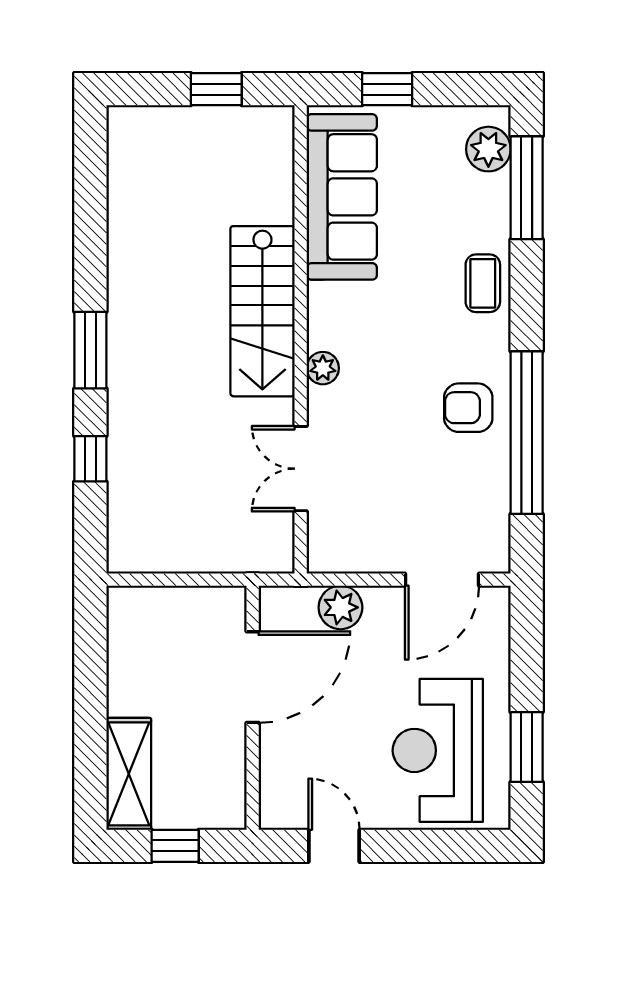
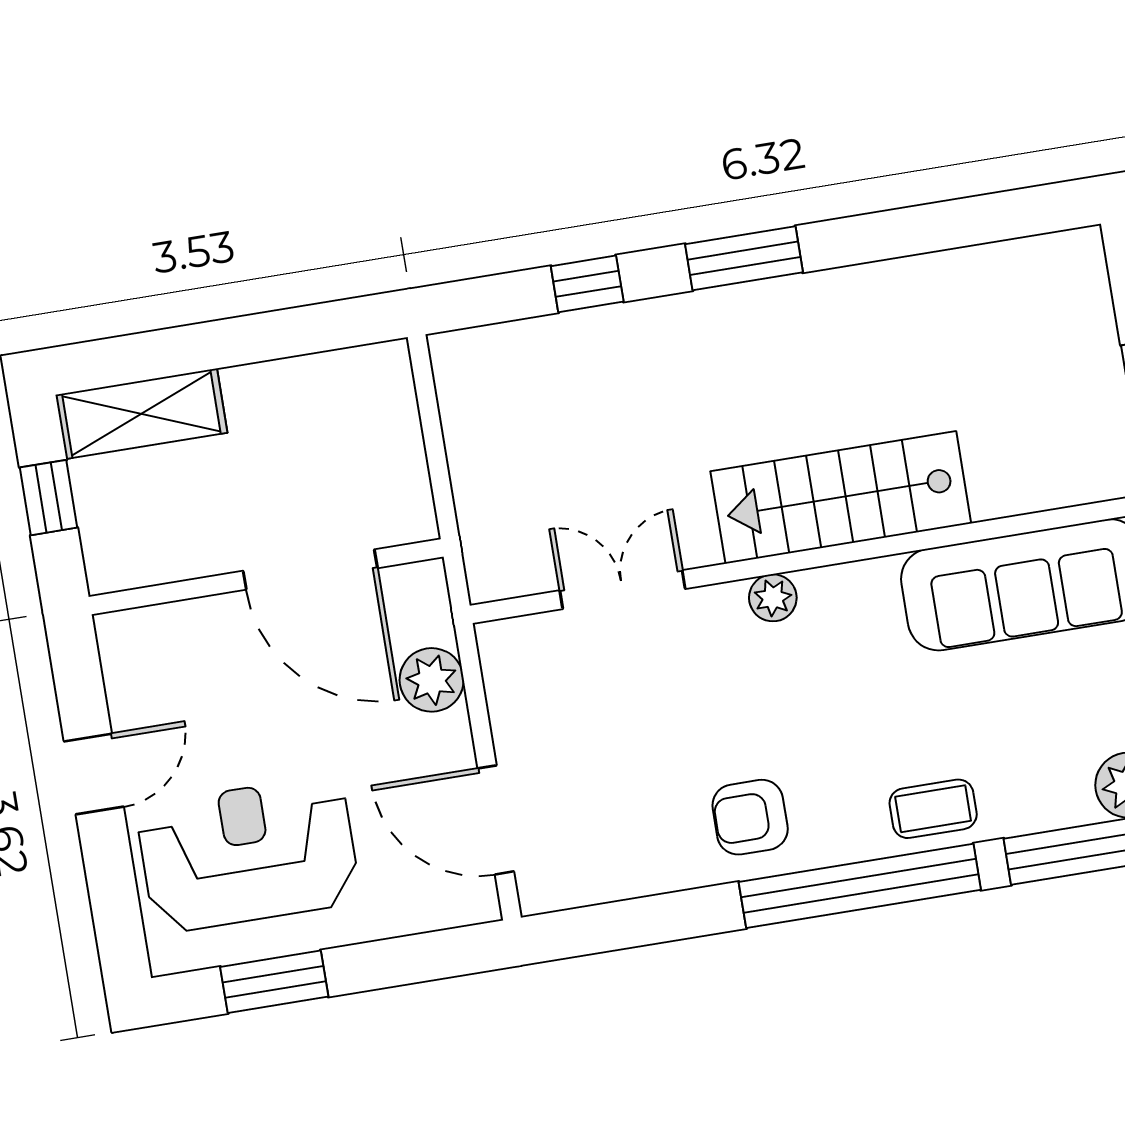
armchair: (468, 408) -> (750, 817), turned -90
window: (527, 433) -> (860, 886), moved
door: (334, 846) -> (94, 774), moved

